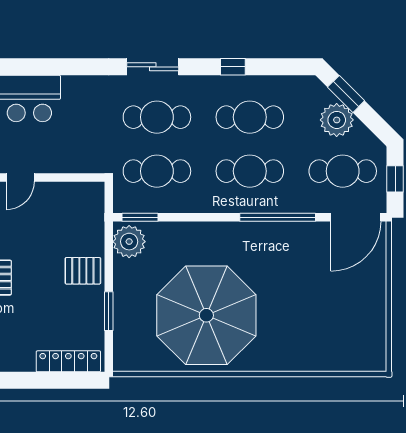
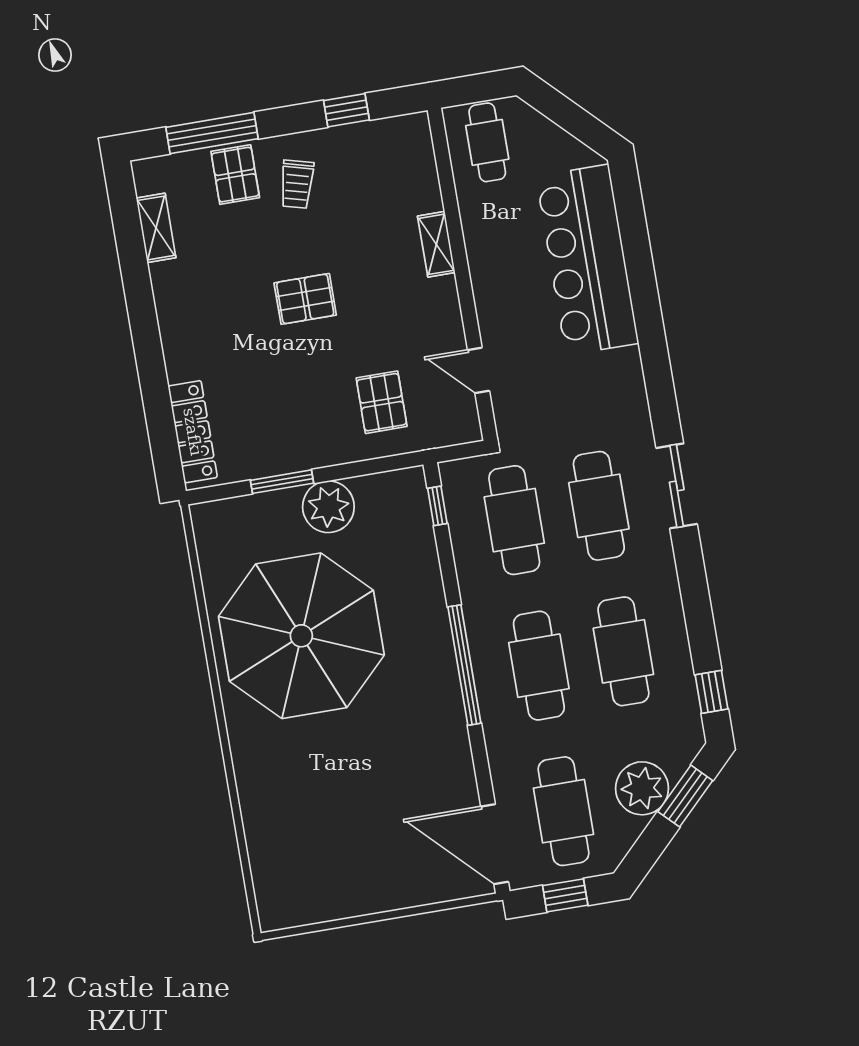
window: (233, 67) -> (711, 692), moved
door: (20, 178) -> (479, 370), moved
window: (140, 217) -> (437, 506), width x0.67
window: (278, 217) -> (464, 665), moved
plant: (129, 242) -> (328, 507), moved
pallet: (83, 271) -> (382, 402), moved

